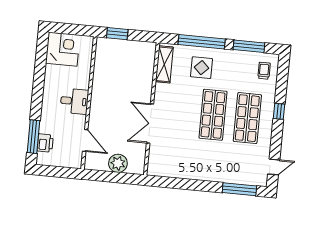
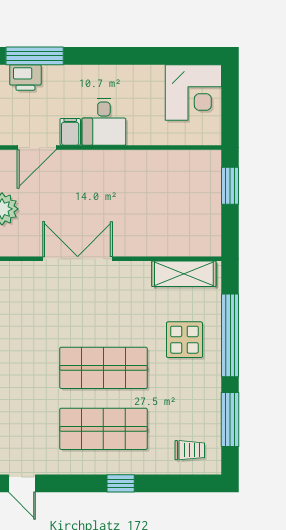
filing cabinet: (78, 121) -> (70, 132), added

